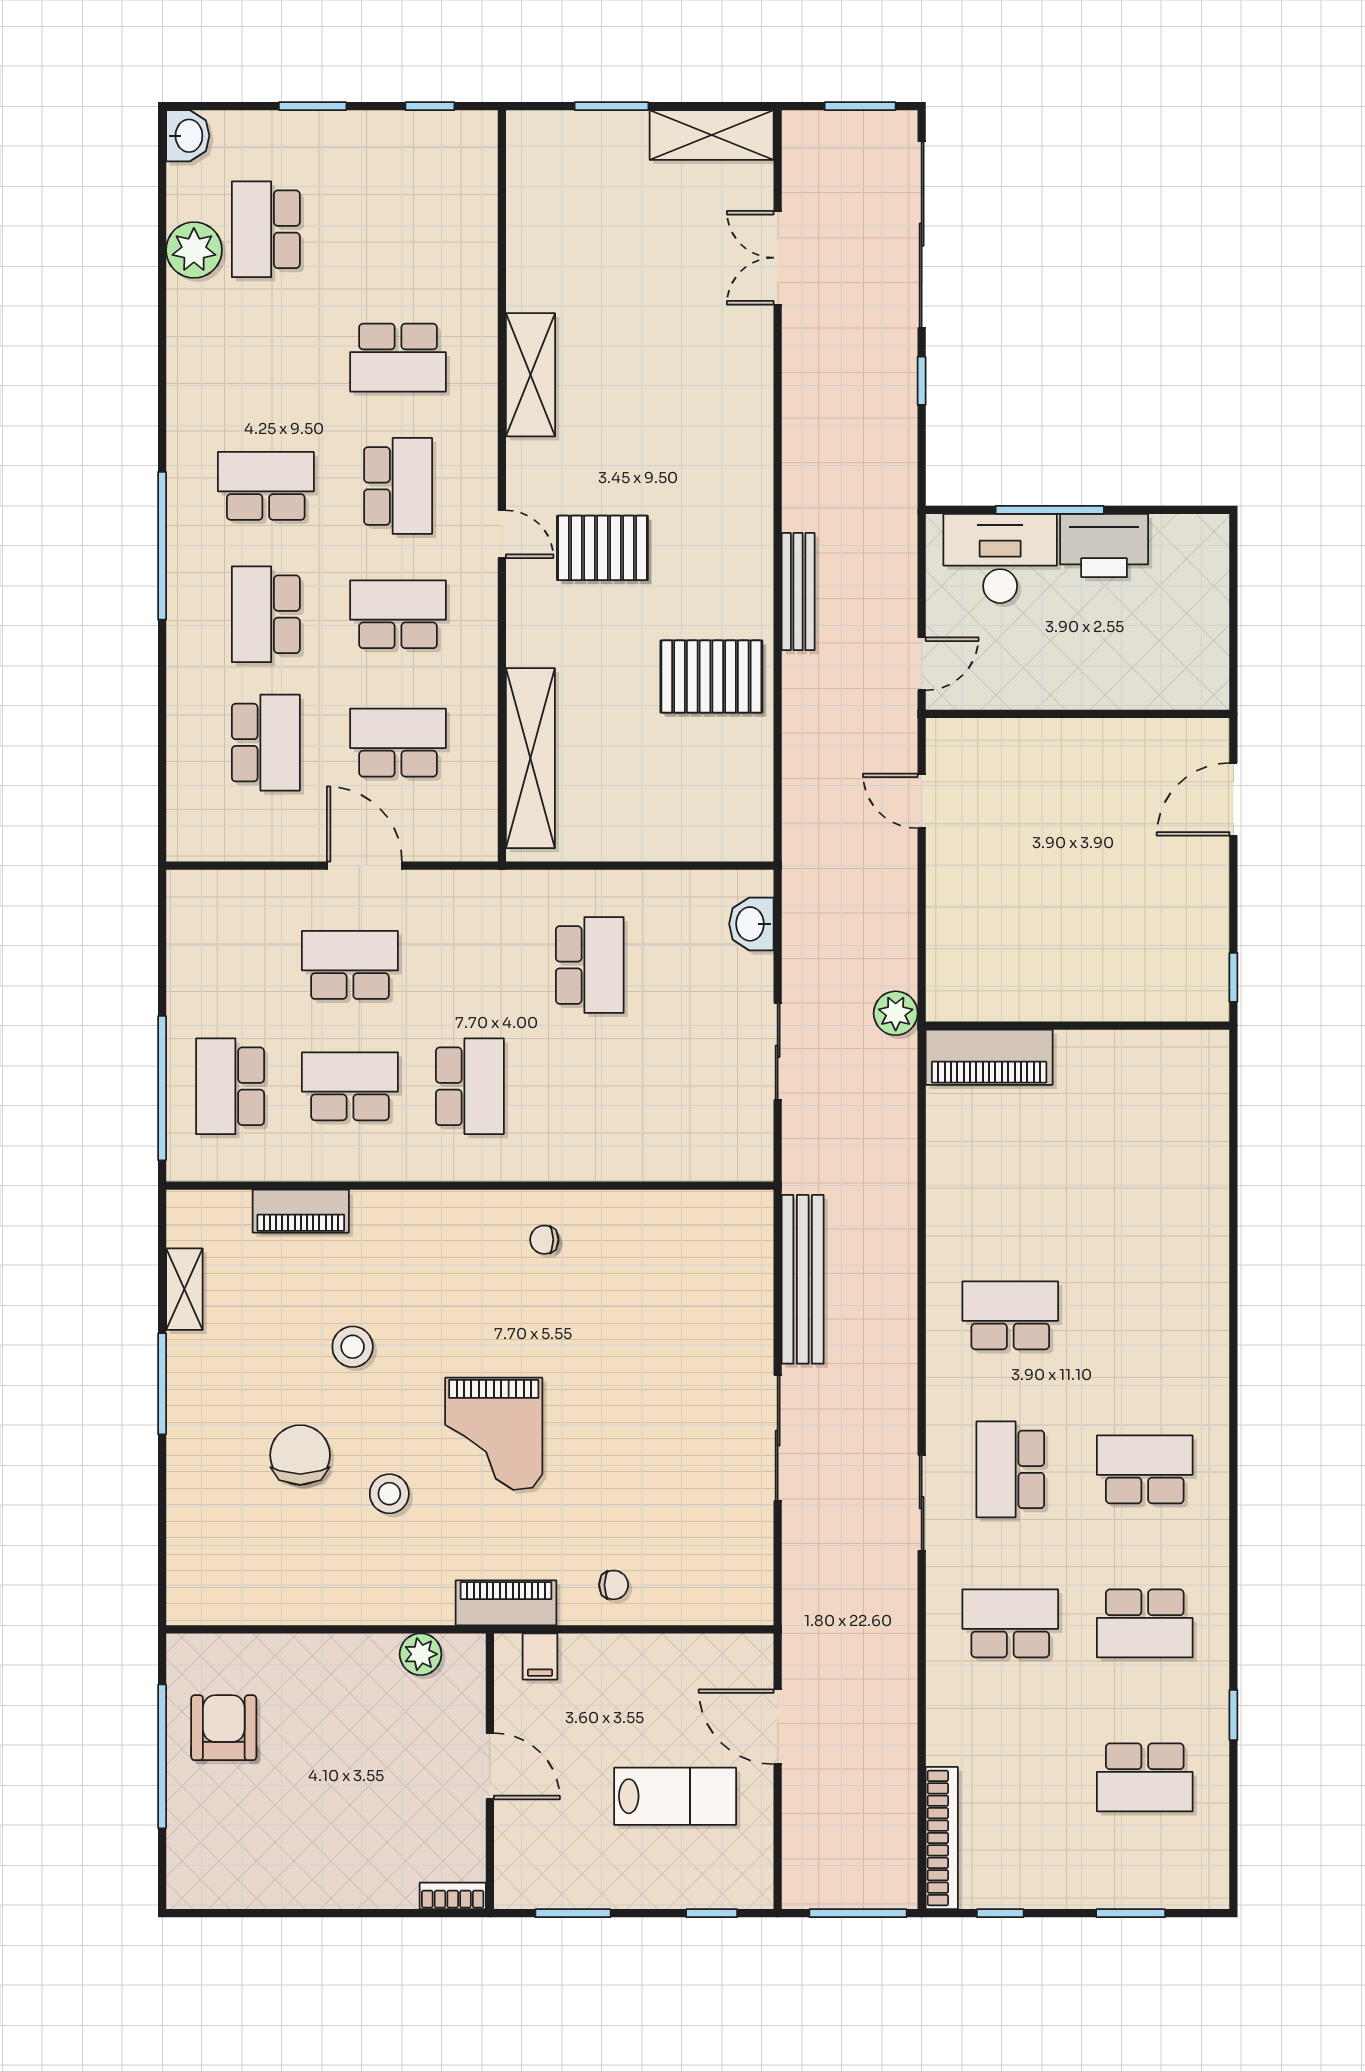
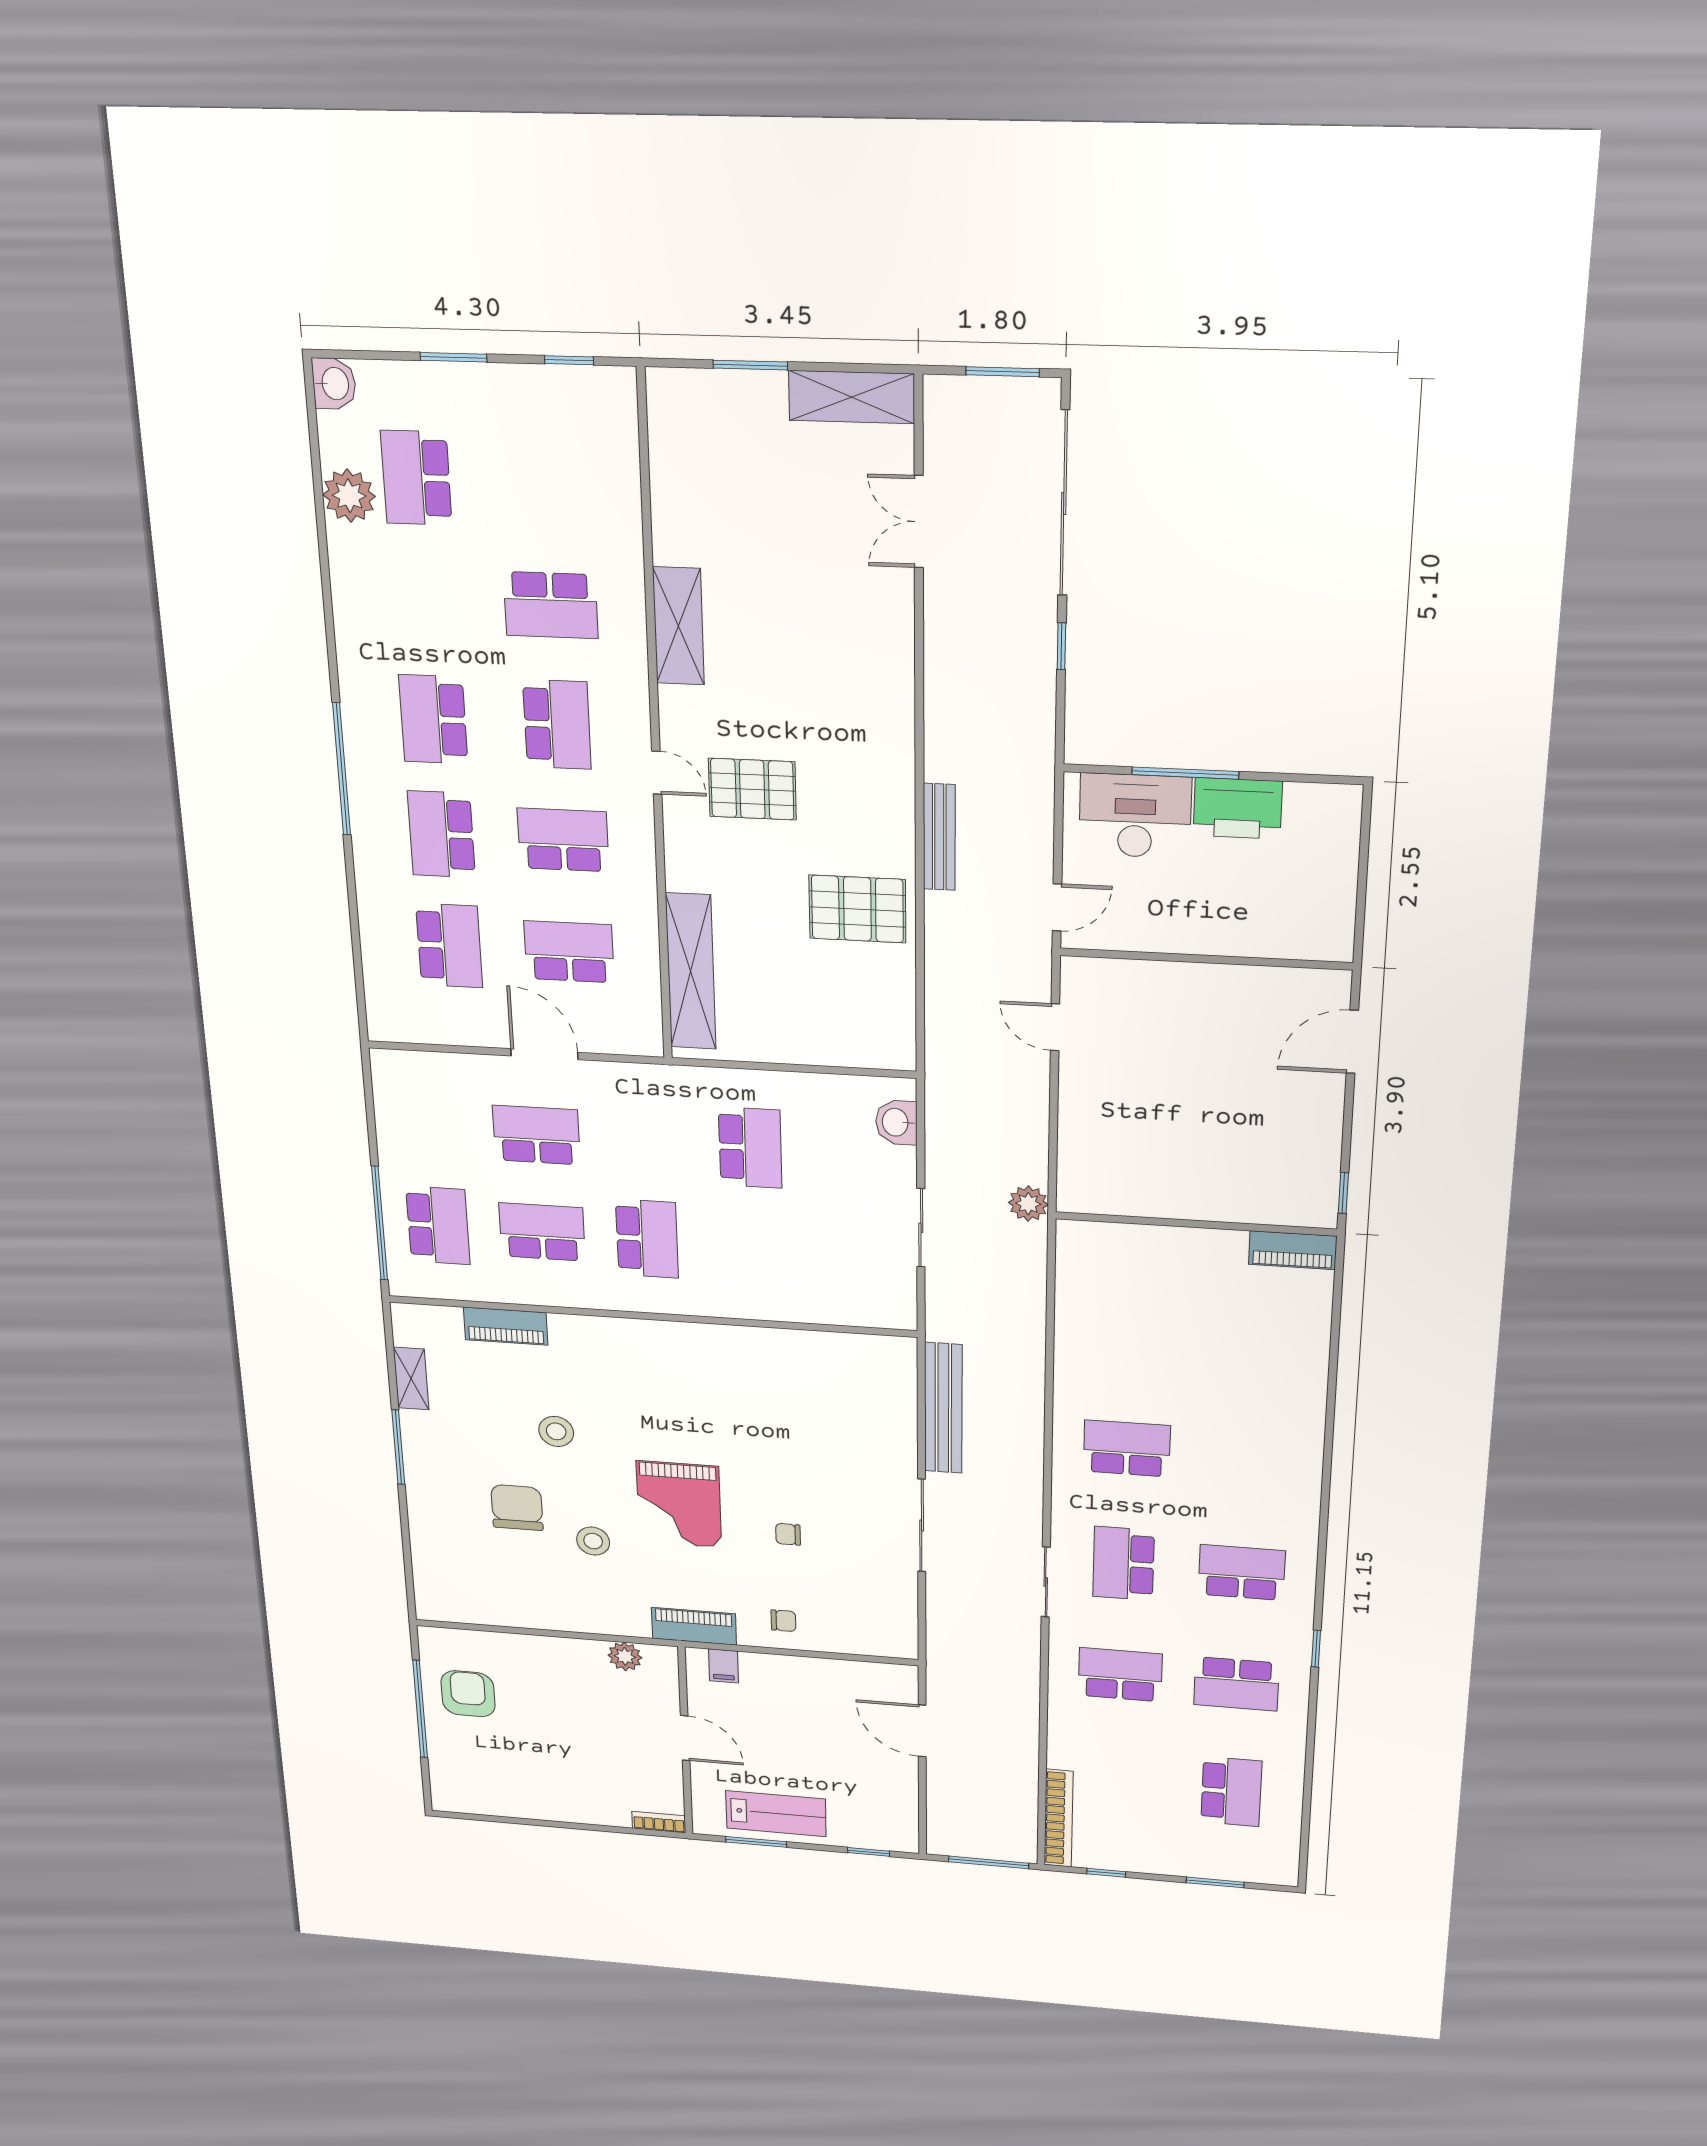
school desk: (266, 486) -> (433, 719), turned -90
piano: (989, 1057) -> (1293, 1250), moved, width x0.73, depth x0.75
school desk: (230, 1086) -> (438, 1225), turned 180
chair: (544, 1240) -> (788, 1534), moved
window: (1233, 1715) -> (1316, 1649), moved
school desk: (1145, 1777) -> (1231, 1792), turned -90
lab bench: (675, 1796) -> (776, 1814), moved

